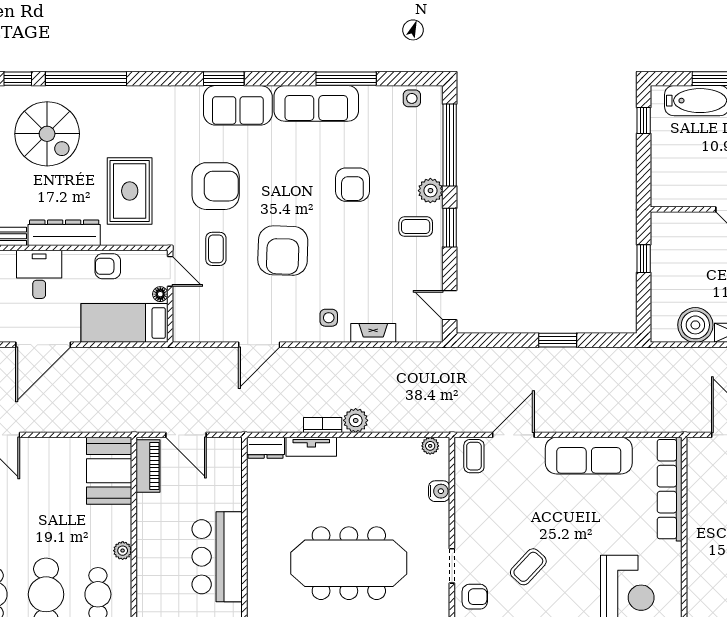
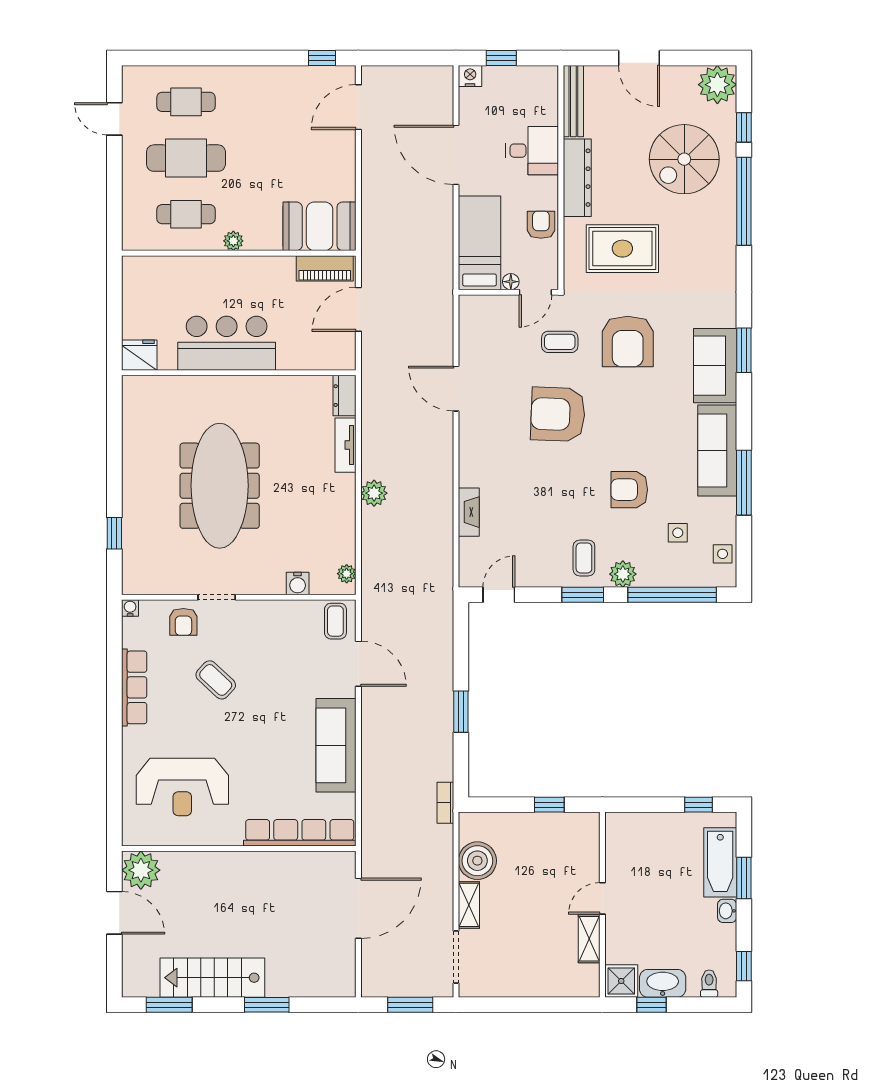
side table: (329, 318) -> (678, 533), moved
bookcase: (323, 425) -> (445, 803), moved, turned 180
coffee table: (474, 456) -> (335, 621), turned 90

